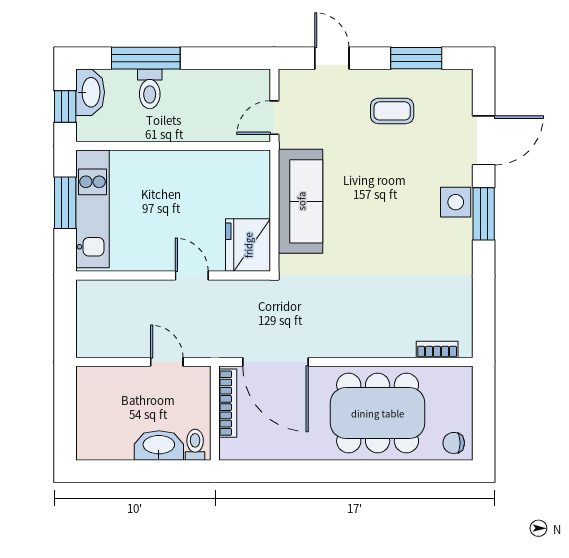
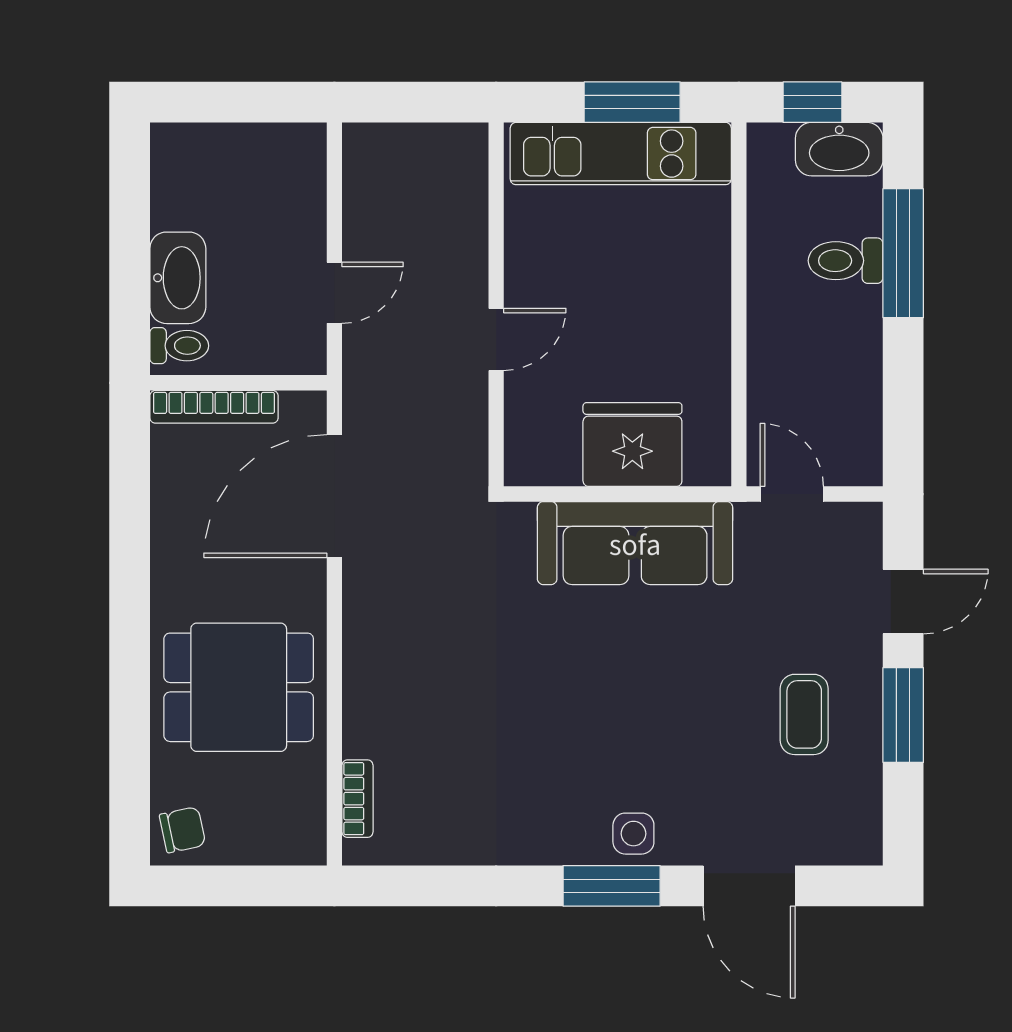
window: (416, 58) -> (903, 715), moved
side table: (456, 202) -> (633, 834), width x0.73, depth x0.73
fridge: (248, 245) -> (632, 445), moved
bookcase: (228, 403) -> (214, 407), moved
dining table: (378, 413) -> (239, 687), width x0.73
chair: (454, 443) -> (183, 830), turned 78

